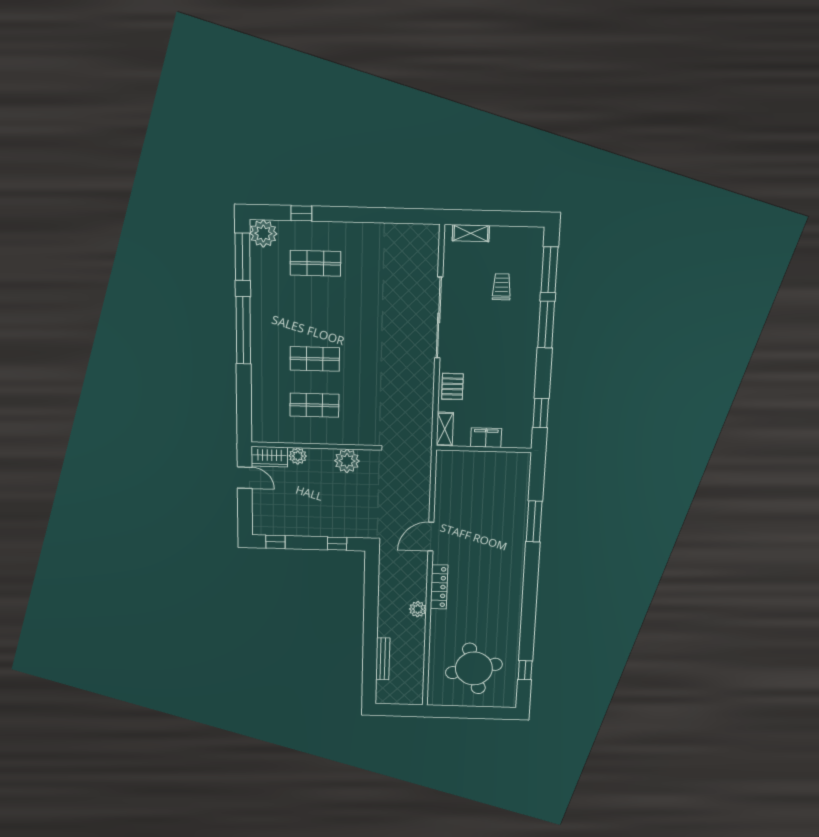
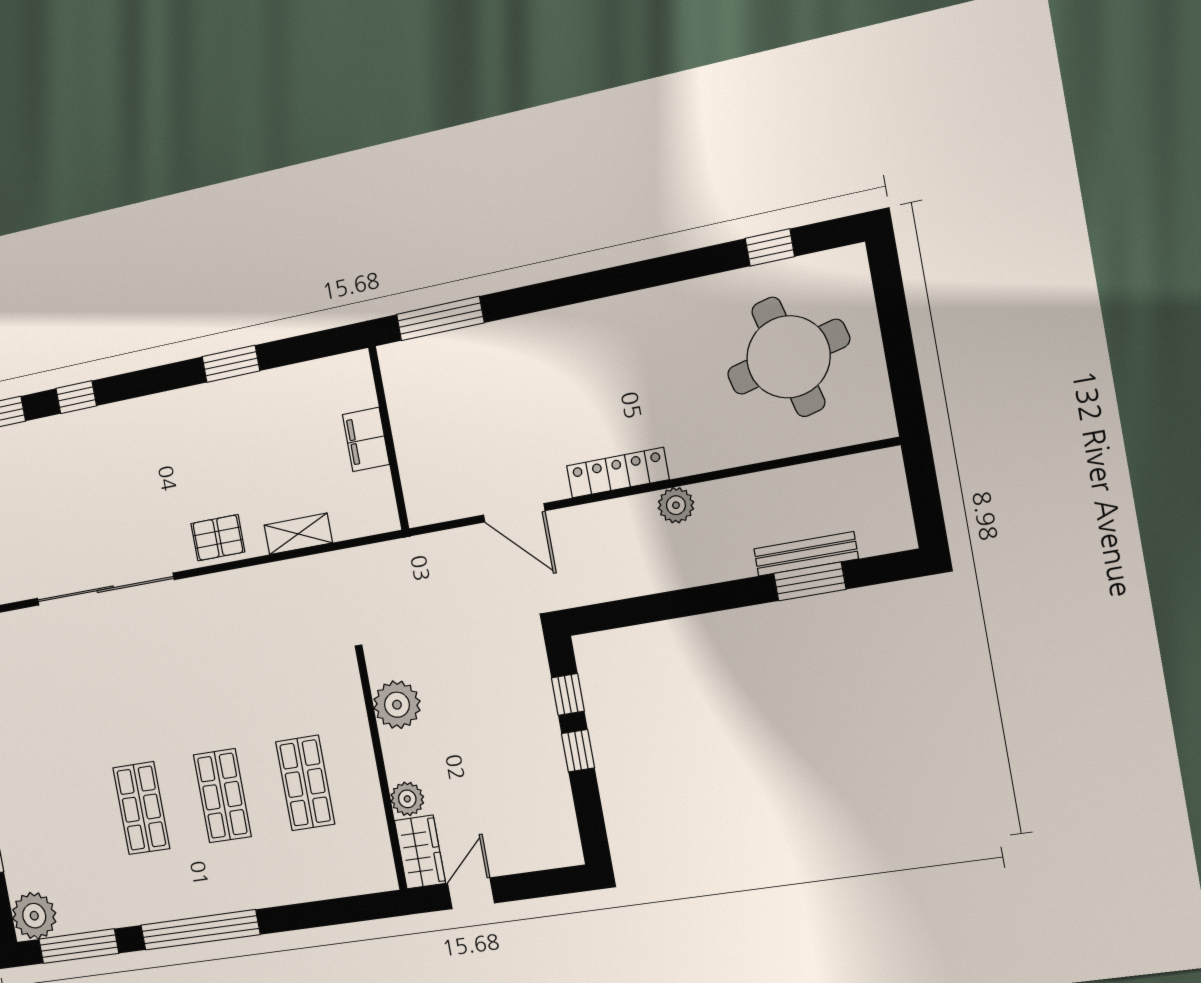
shop shelf: (315, 263) -> (141, 808), moved
trolley: (502, 287) -> (31, 492), removed
window: (546, 325) -> (76, 397), width x0.46
filing cabinet: (486, 438) -> (366, 440), moved
wall: (484, 449) -> (389, 438), moved
window: (275, 542) -> (578, 751), moved
window: (370, 658) -> (810, 581), added

